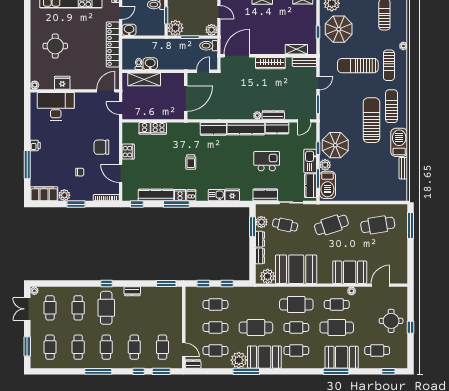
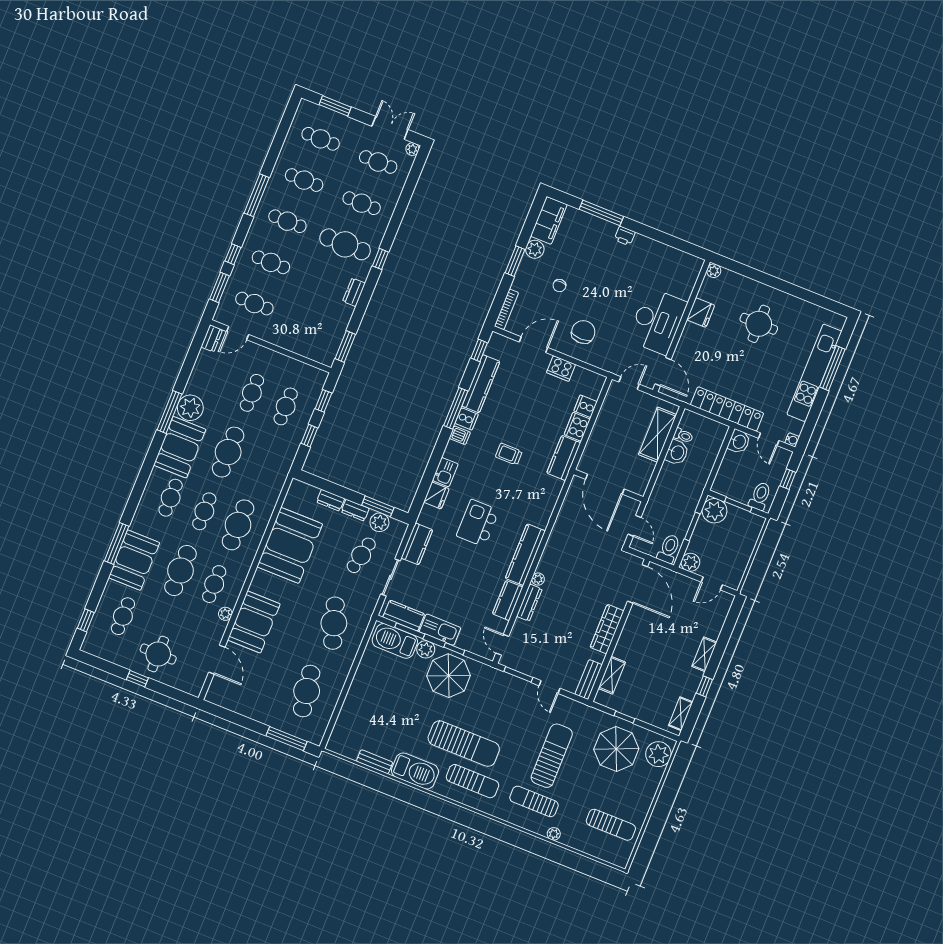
desk: (56, 106) -> (657, 321), moved
kitchen counter: (213, 129) -> (564, 458), moved
kitchen island: (267, 161) -> (478, 523), moved, turned 180
plant: (268, 276) -> (296, 499), removed
cafe table: (215, 350) -> (218, 379), removed

